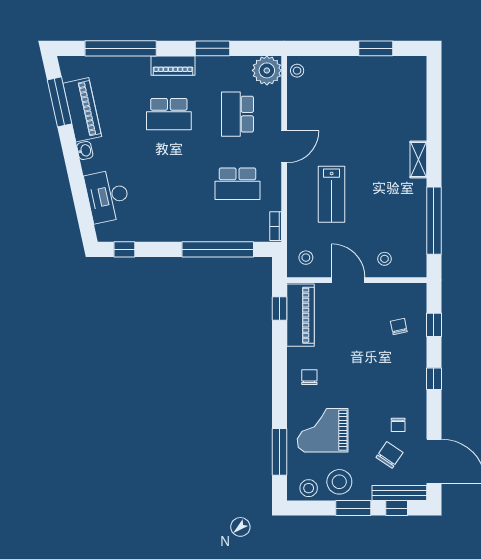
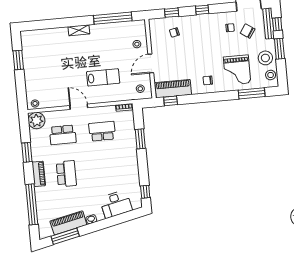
school desk: (237, 184) -> (102, 131), turned -90
window: (218, 249) -> (140, 139), width x0.47

